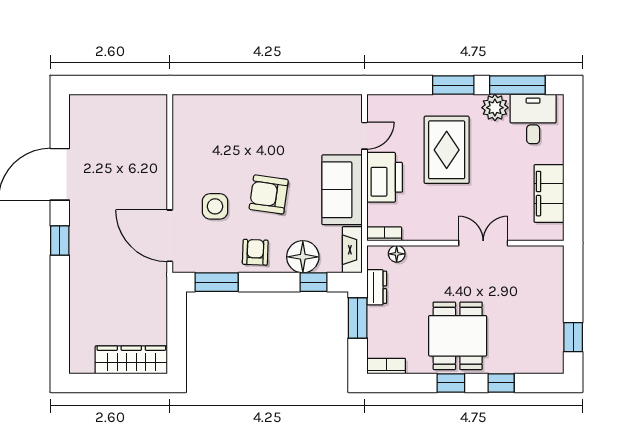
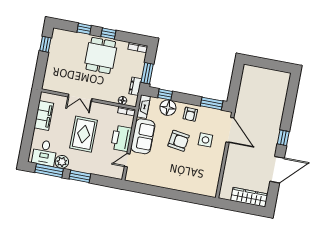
rug: (447, 150) -> (84, 134), moved
wardrobe: (131, 360) -> (249, 197), moved, turned 180

